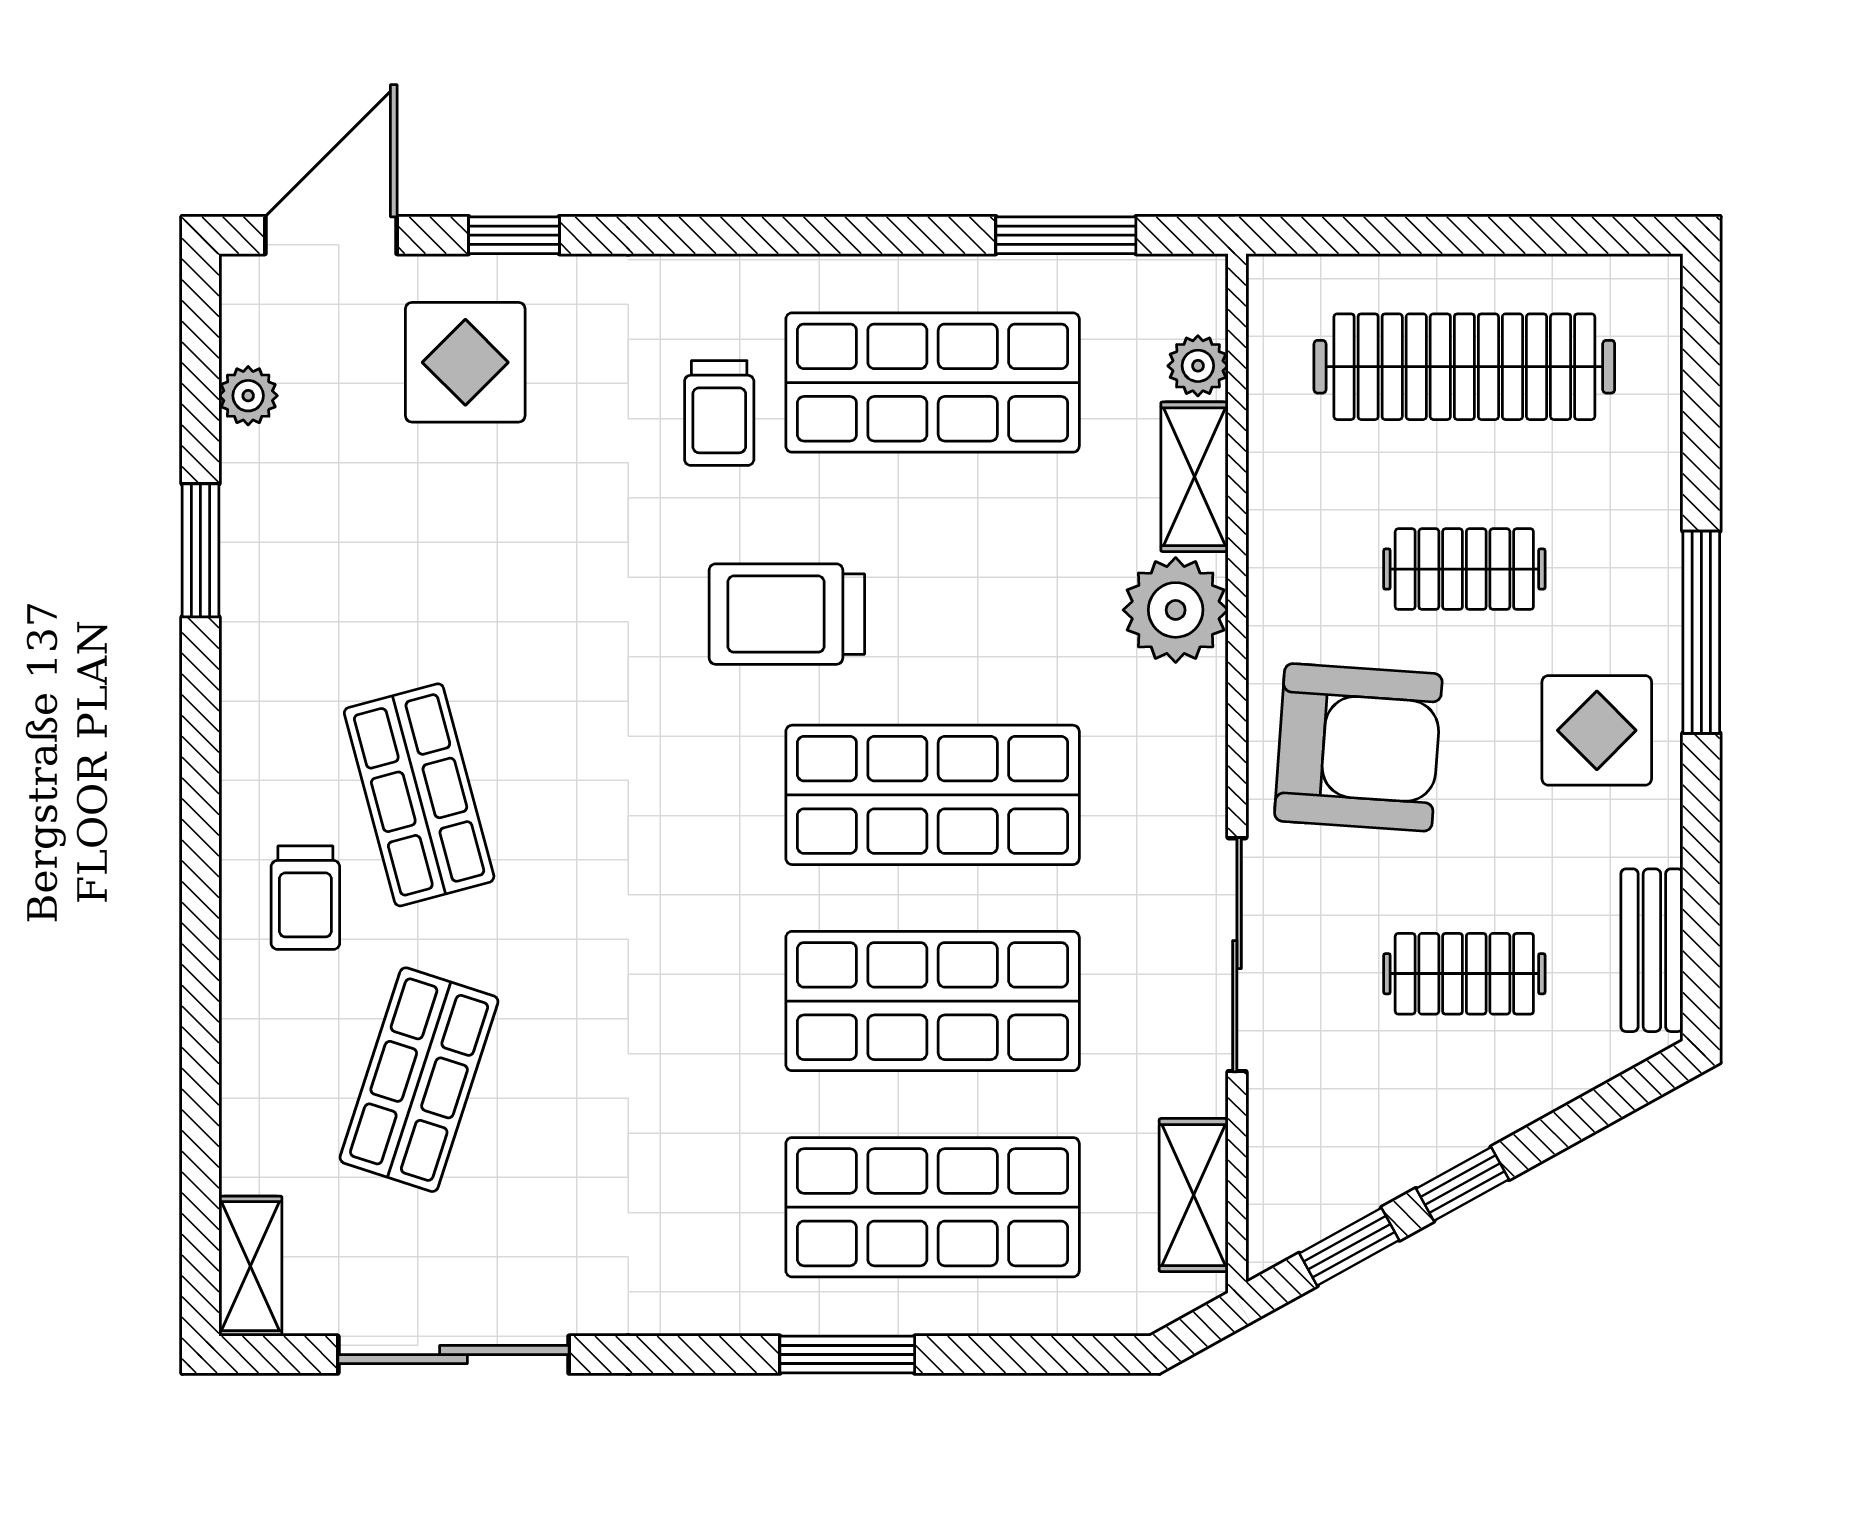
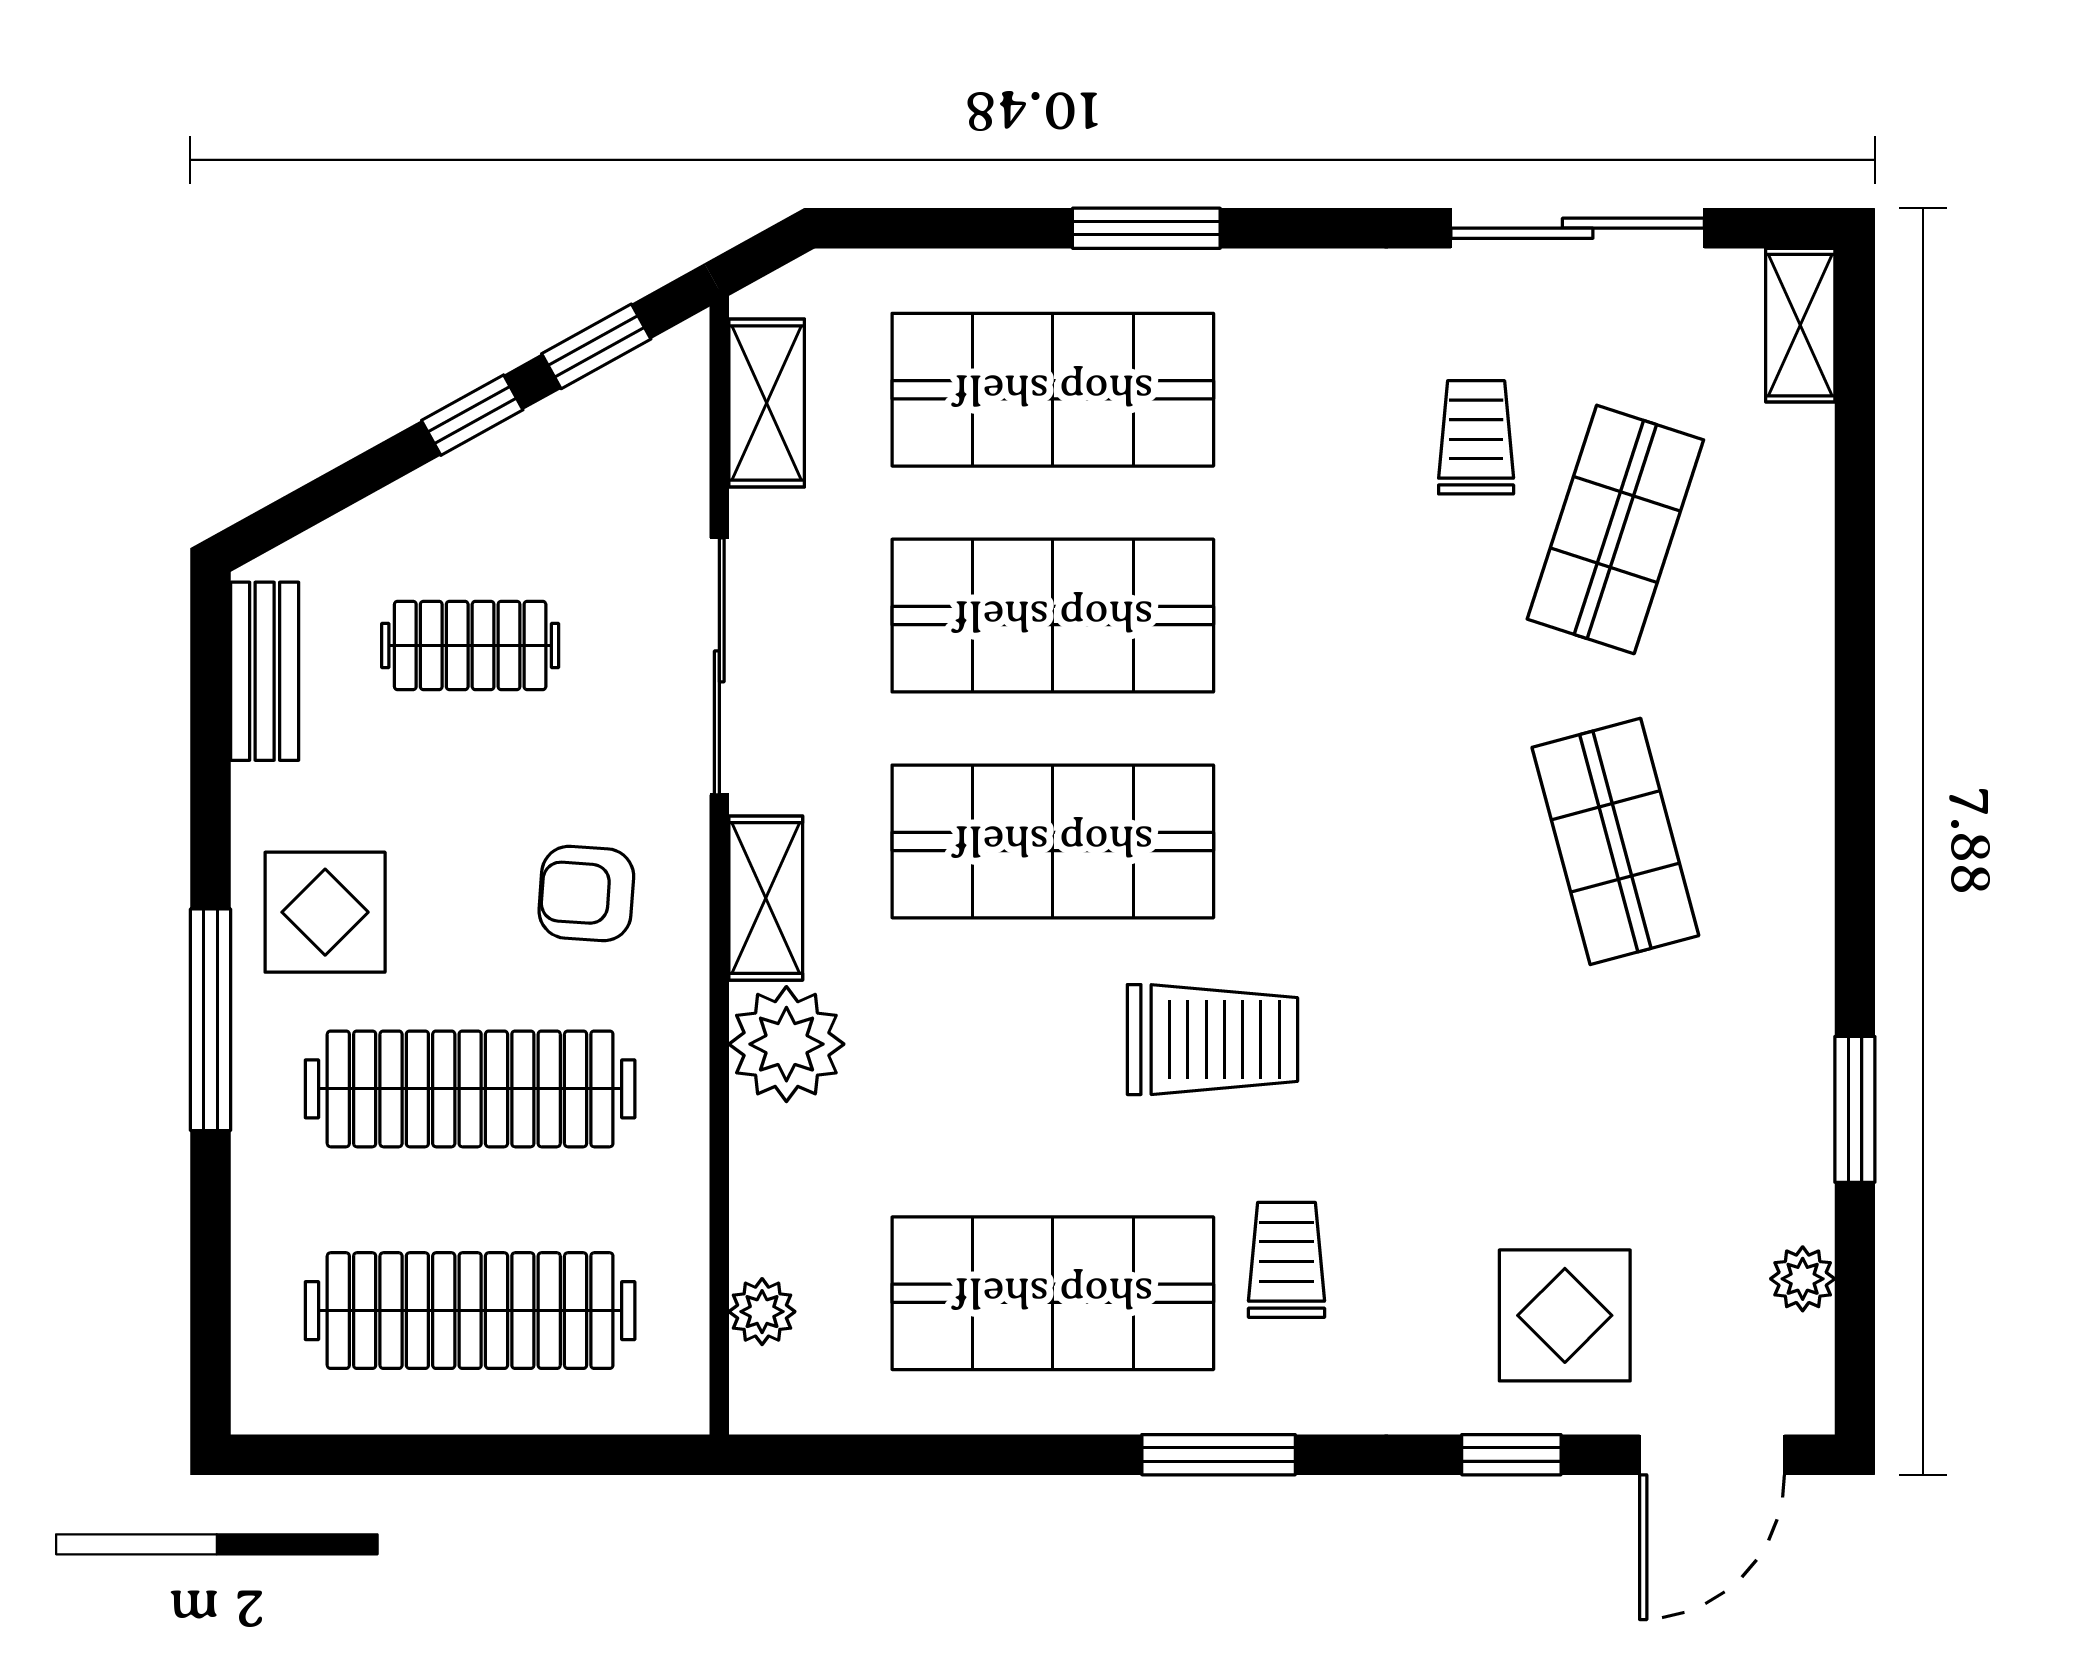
window: (1066, 235) -> (1219, 1455), moved
shelving: (1194, 477) -> (766, 898), moved
clothes rail: (1464, 569) -> (470, 1089), width x1.86, depth x1.31
armchair: (1358, 747) -> (586, 893), width x0.53, depth x0.53
trolley: (305, 898) -> (1476, 437), moved

